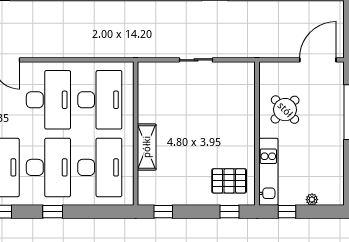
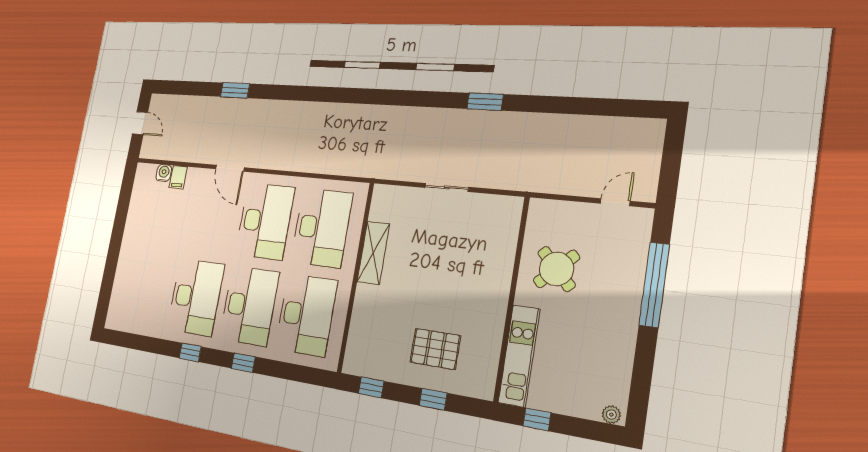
door: (318, 60) -> (615, 202), width x0.53
shelving: (147, 147) -> (373, 253), moved
pallet: (229, 181) -> (435, 349), moved
plant: (312, 200) -> (611, 415), moved
window: (230, 212) -> (433, 399), moved

